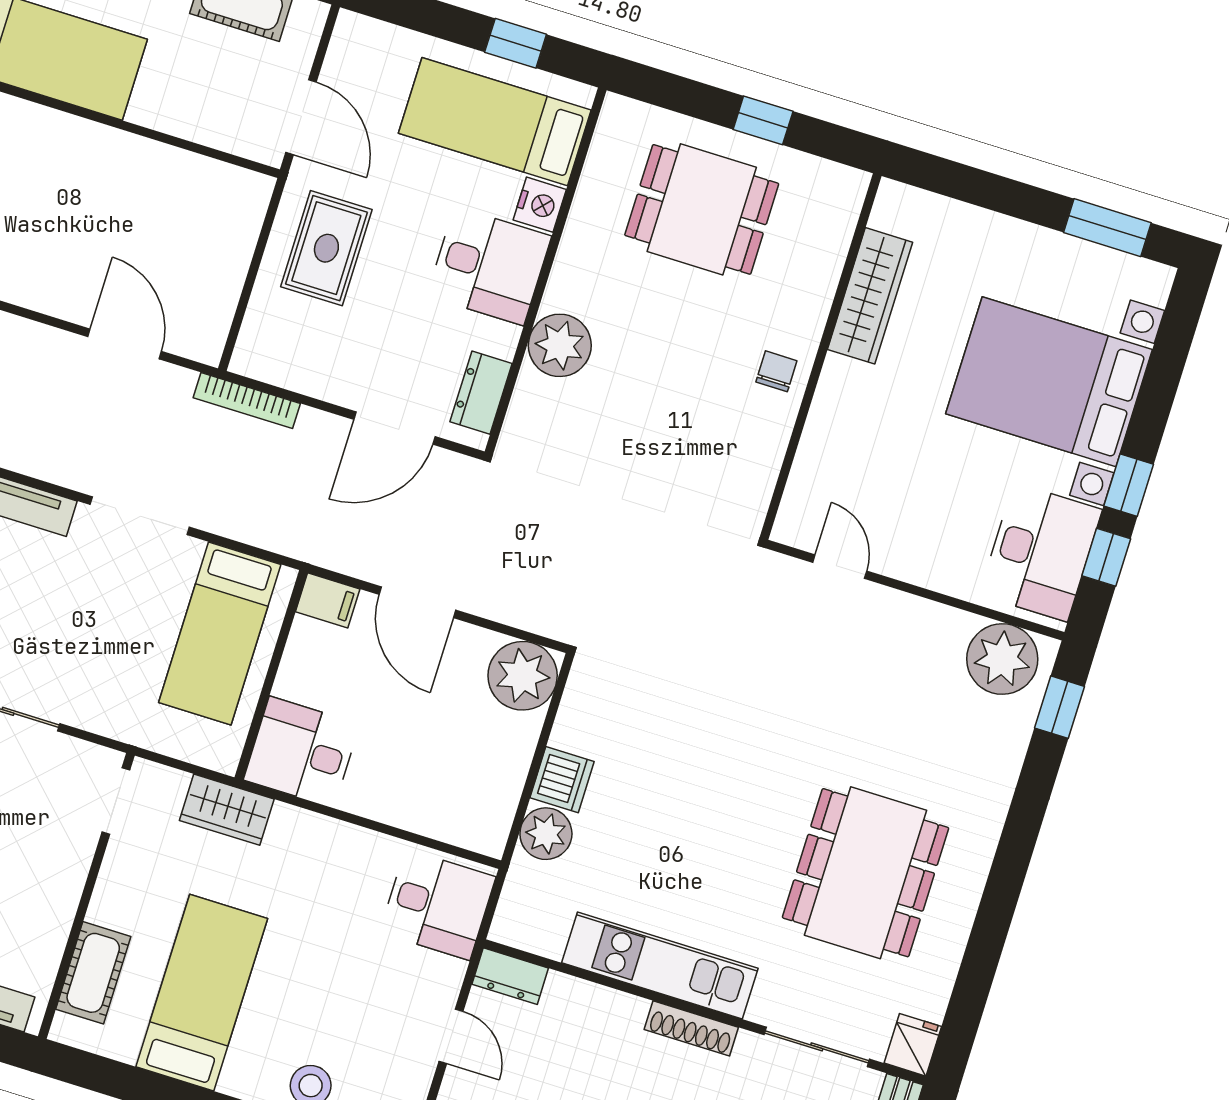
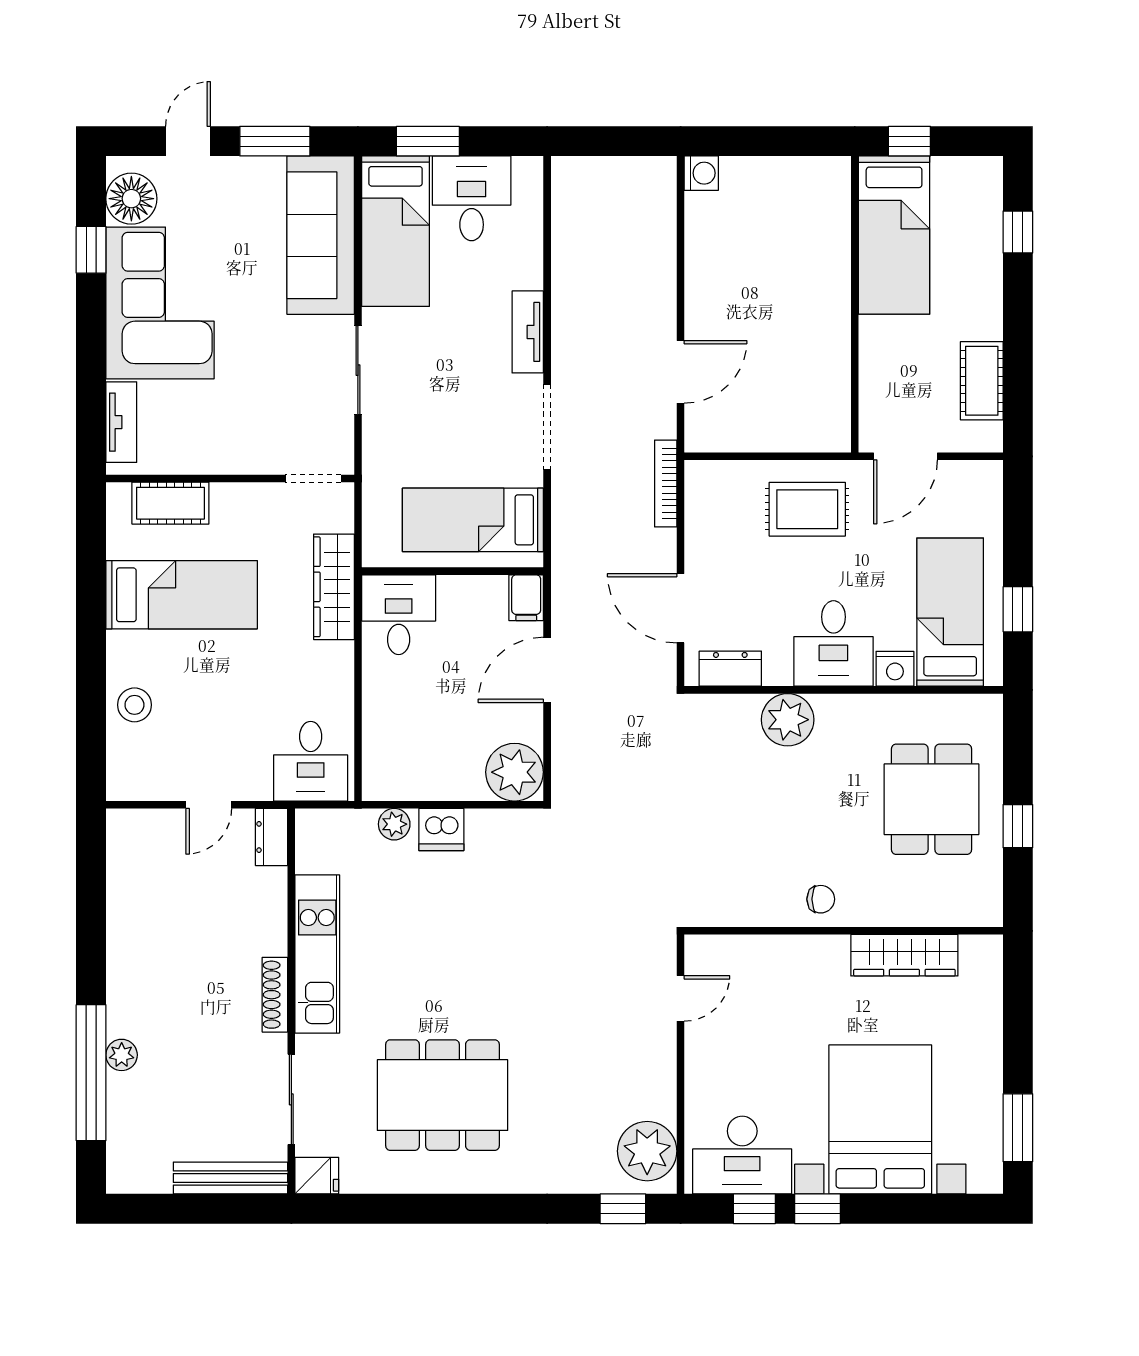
wardrobe: (227, 810) -> (334, 587), width x1.50
plant: (546, 834) -> (394, 824), width x0.73, depth x0.73

